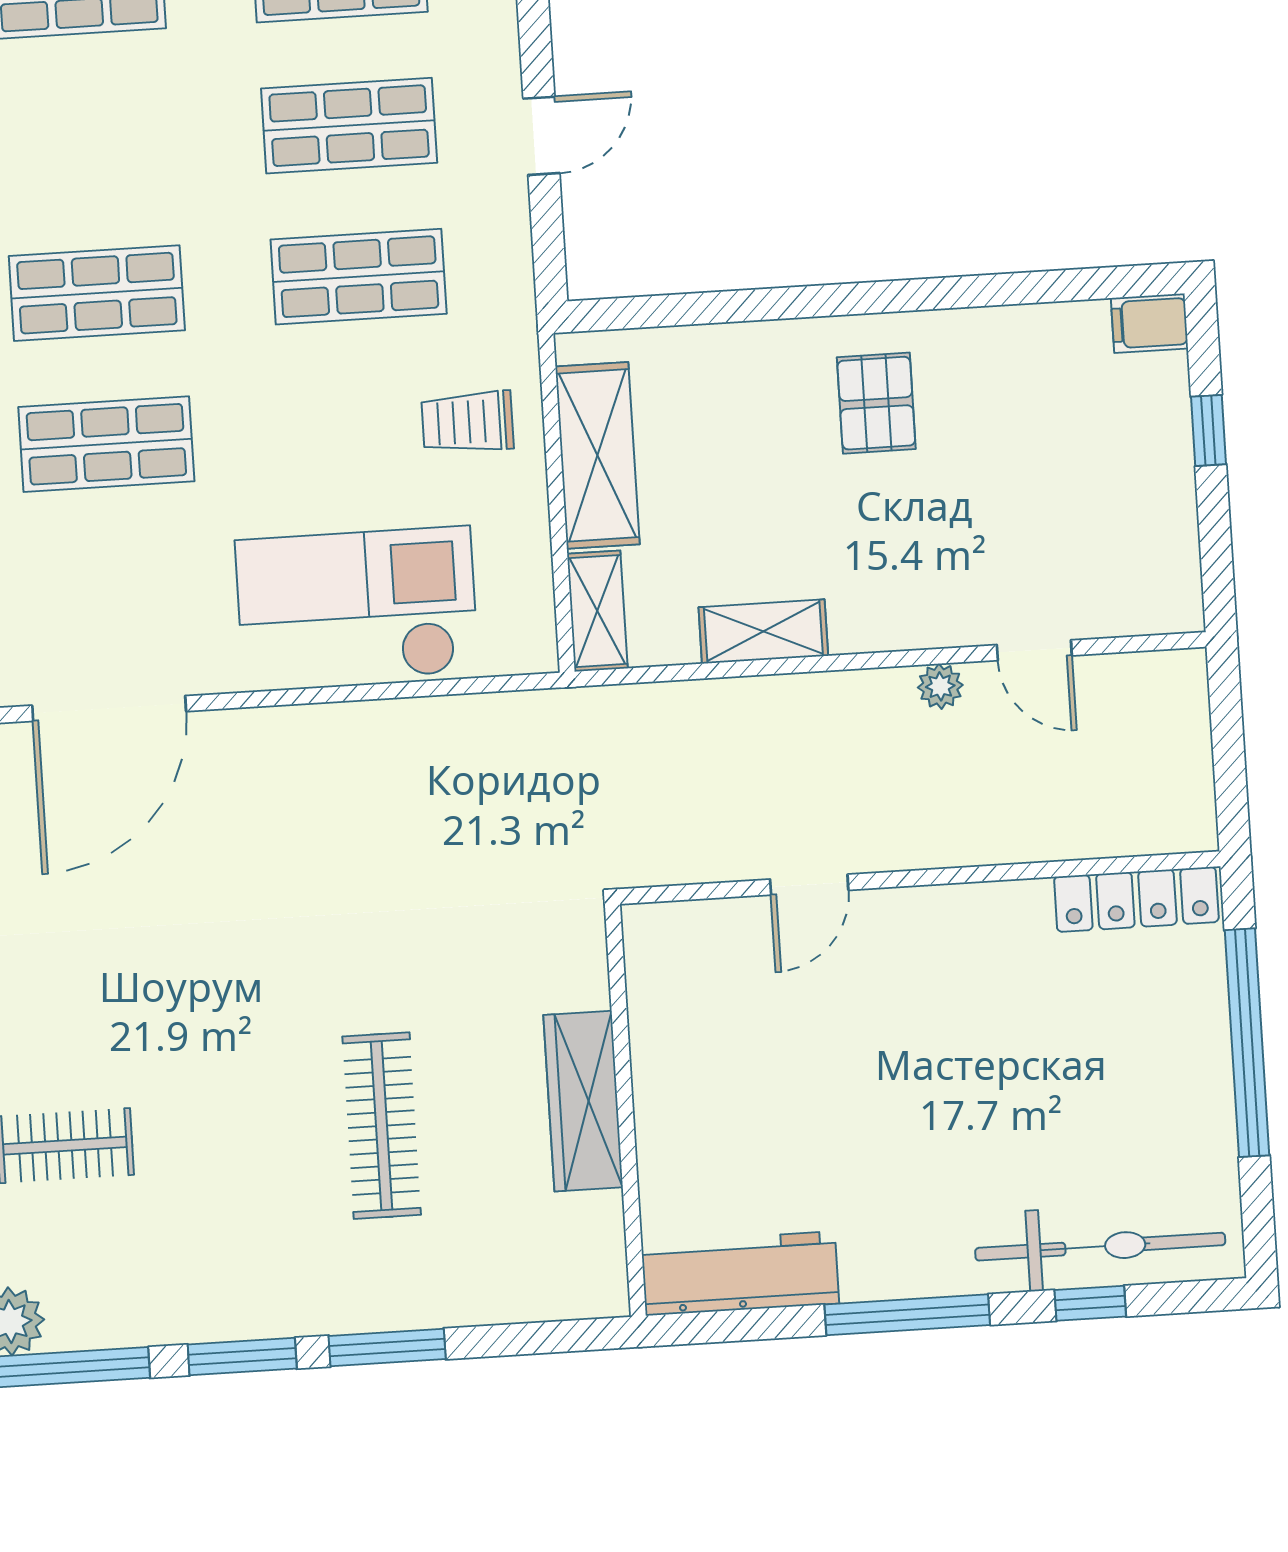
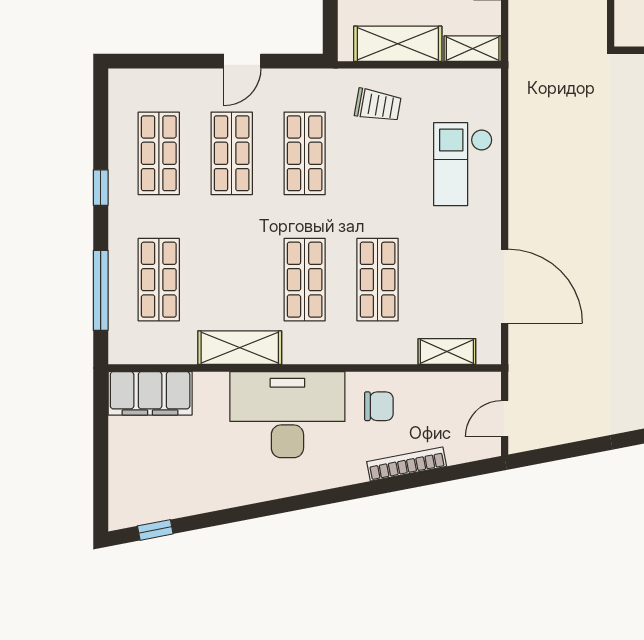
door: (541, 136) -> (242, 61), swing flipped
trolley: (468, 422) -> (378, 105), turned -80
checkout: (357, 606) -> (463, 164), width x0.73, depth x0.83

